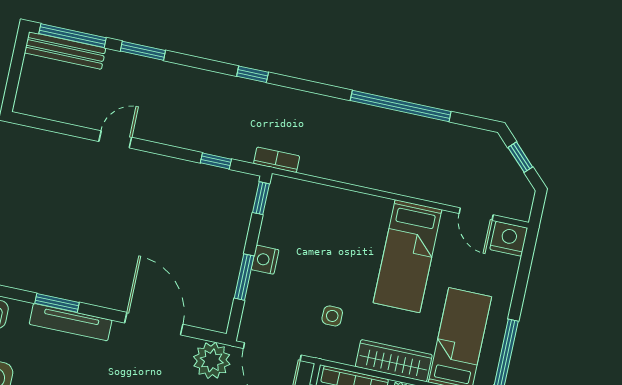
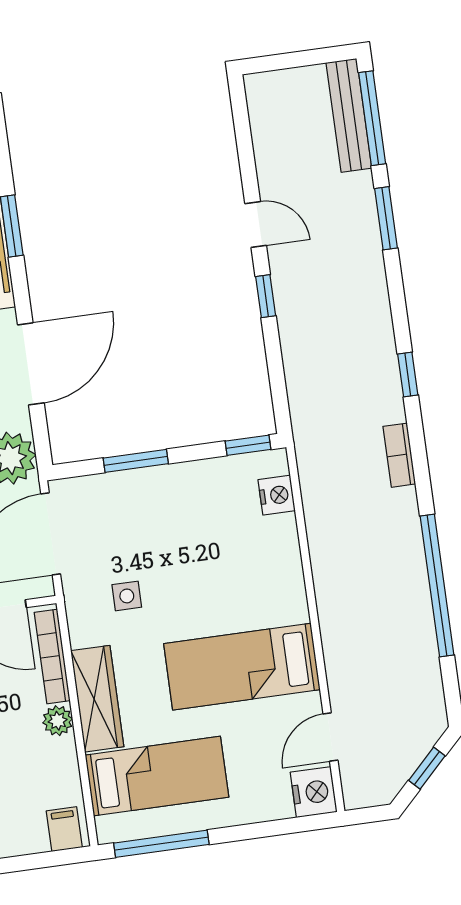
bookcase: (277, 160) -> (399, 455), moved, turned 180
window: (216, 161) -> (266, 296), moved
nightstand: (265, 260) -> (277, 495), moved, turned 90

